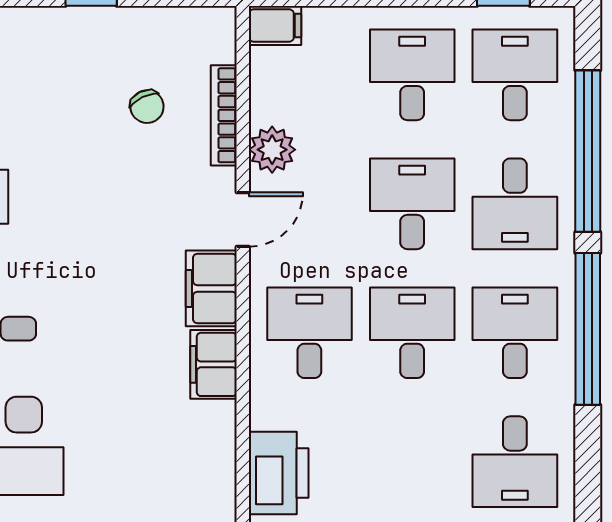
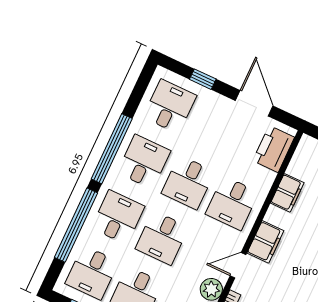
desk: (515, 333) -> (144, 162), turned 180
filing cabinet: (214, 364) -> (287, 193), moved

